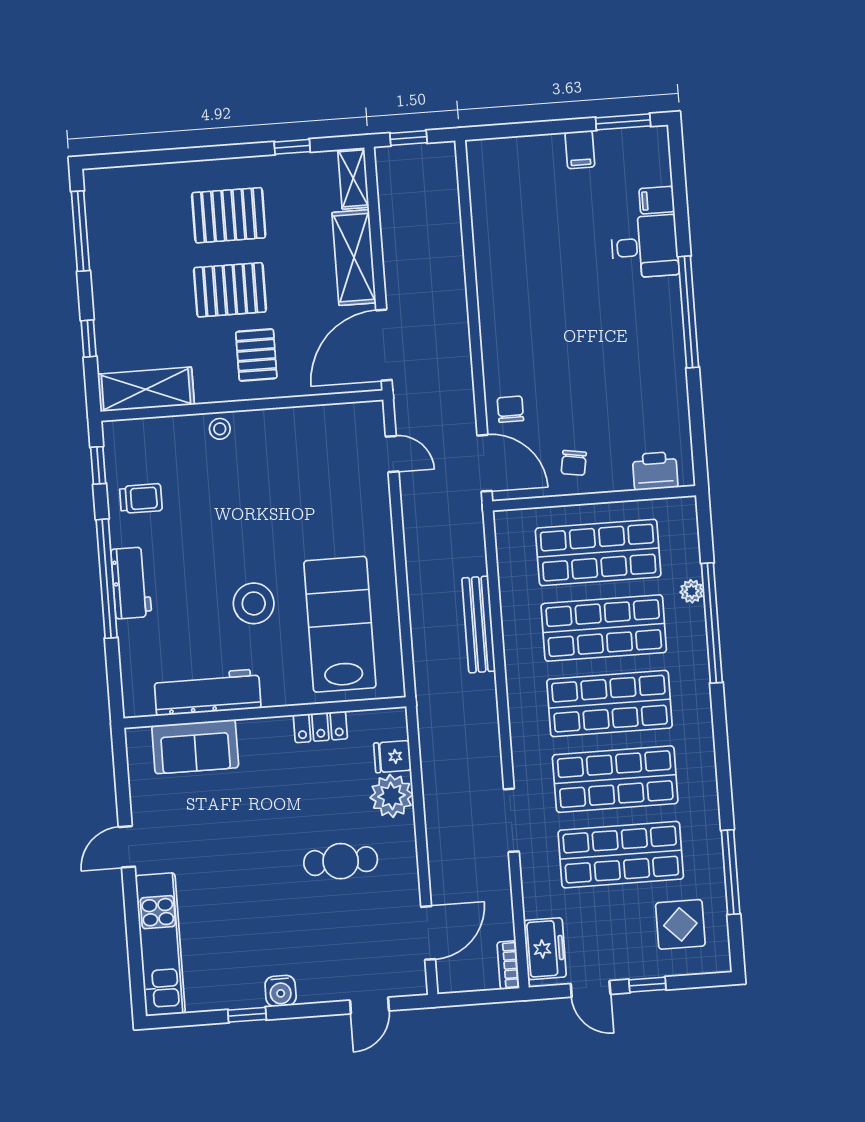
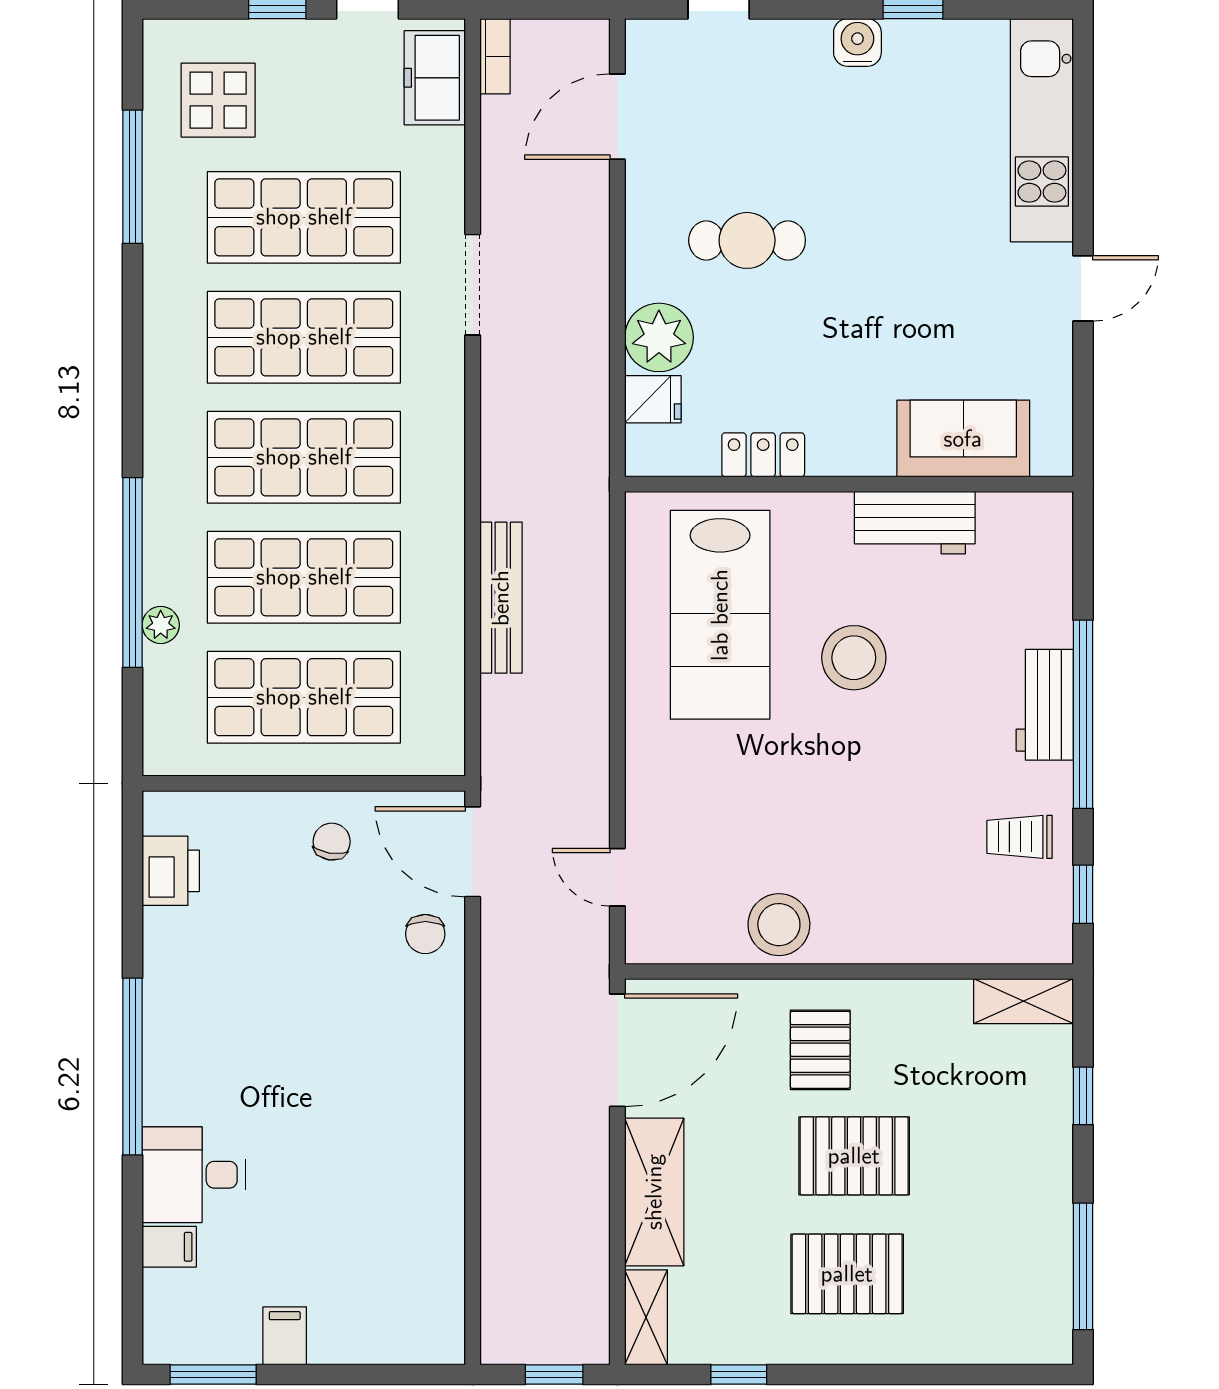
shelving: (146, 389) -> (1024, 1001), width x0.67, depth x0.75
stool: (220, 429) -> (779, 925), moved, width x1.89, depth x1.89
printer: (655, 471) -> (171, 871), moved, turned -90
workbench: (208, 692) -> (915, 523), width x0.73

